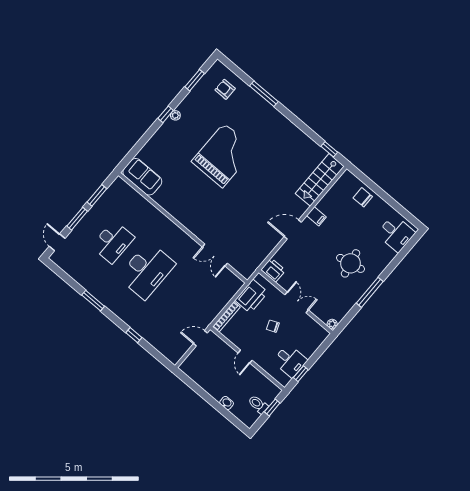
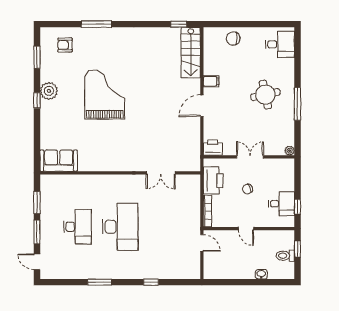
plant: (175, 115) -> (49, 91), width x1.88, depth x1.88
door: (200, 338) -> (202, 243), swing flipped

